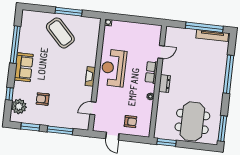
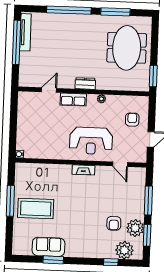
coffee table: (60, 33) -> (36, 209), turned 44
window: (15, 45) -> (53, 260), width x0.47
door: (161, 52) -> (49, 90), hinge flipped
sofa: (24, 67) -> (48, 247), moved
reception desk: (114, 68) -> (91, 141), moved
plant: (37, 117) -> (135, 228), added
meeting table: (192, 121) -> (127, 48), turned 90
window: (222, 128) -> (115, 12), moved

